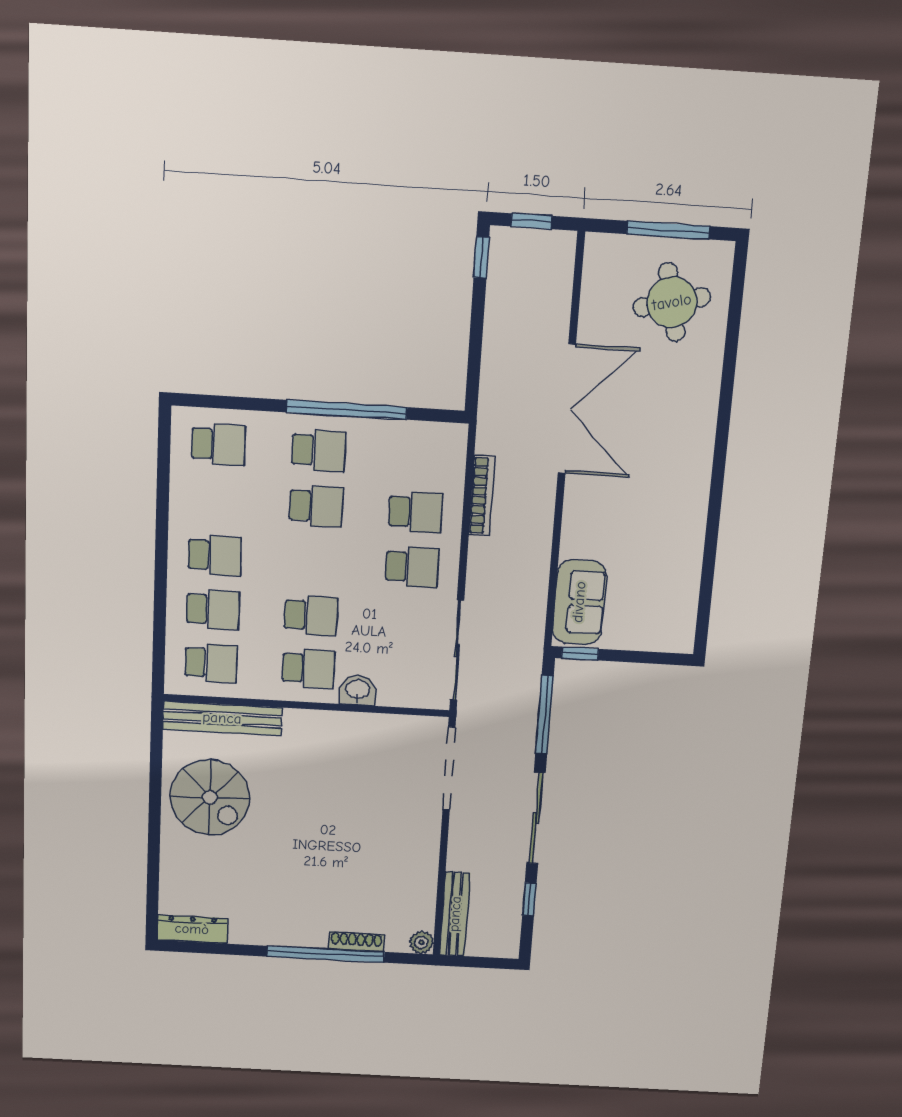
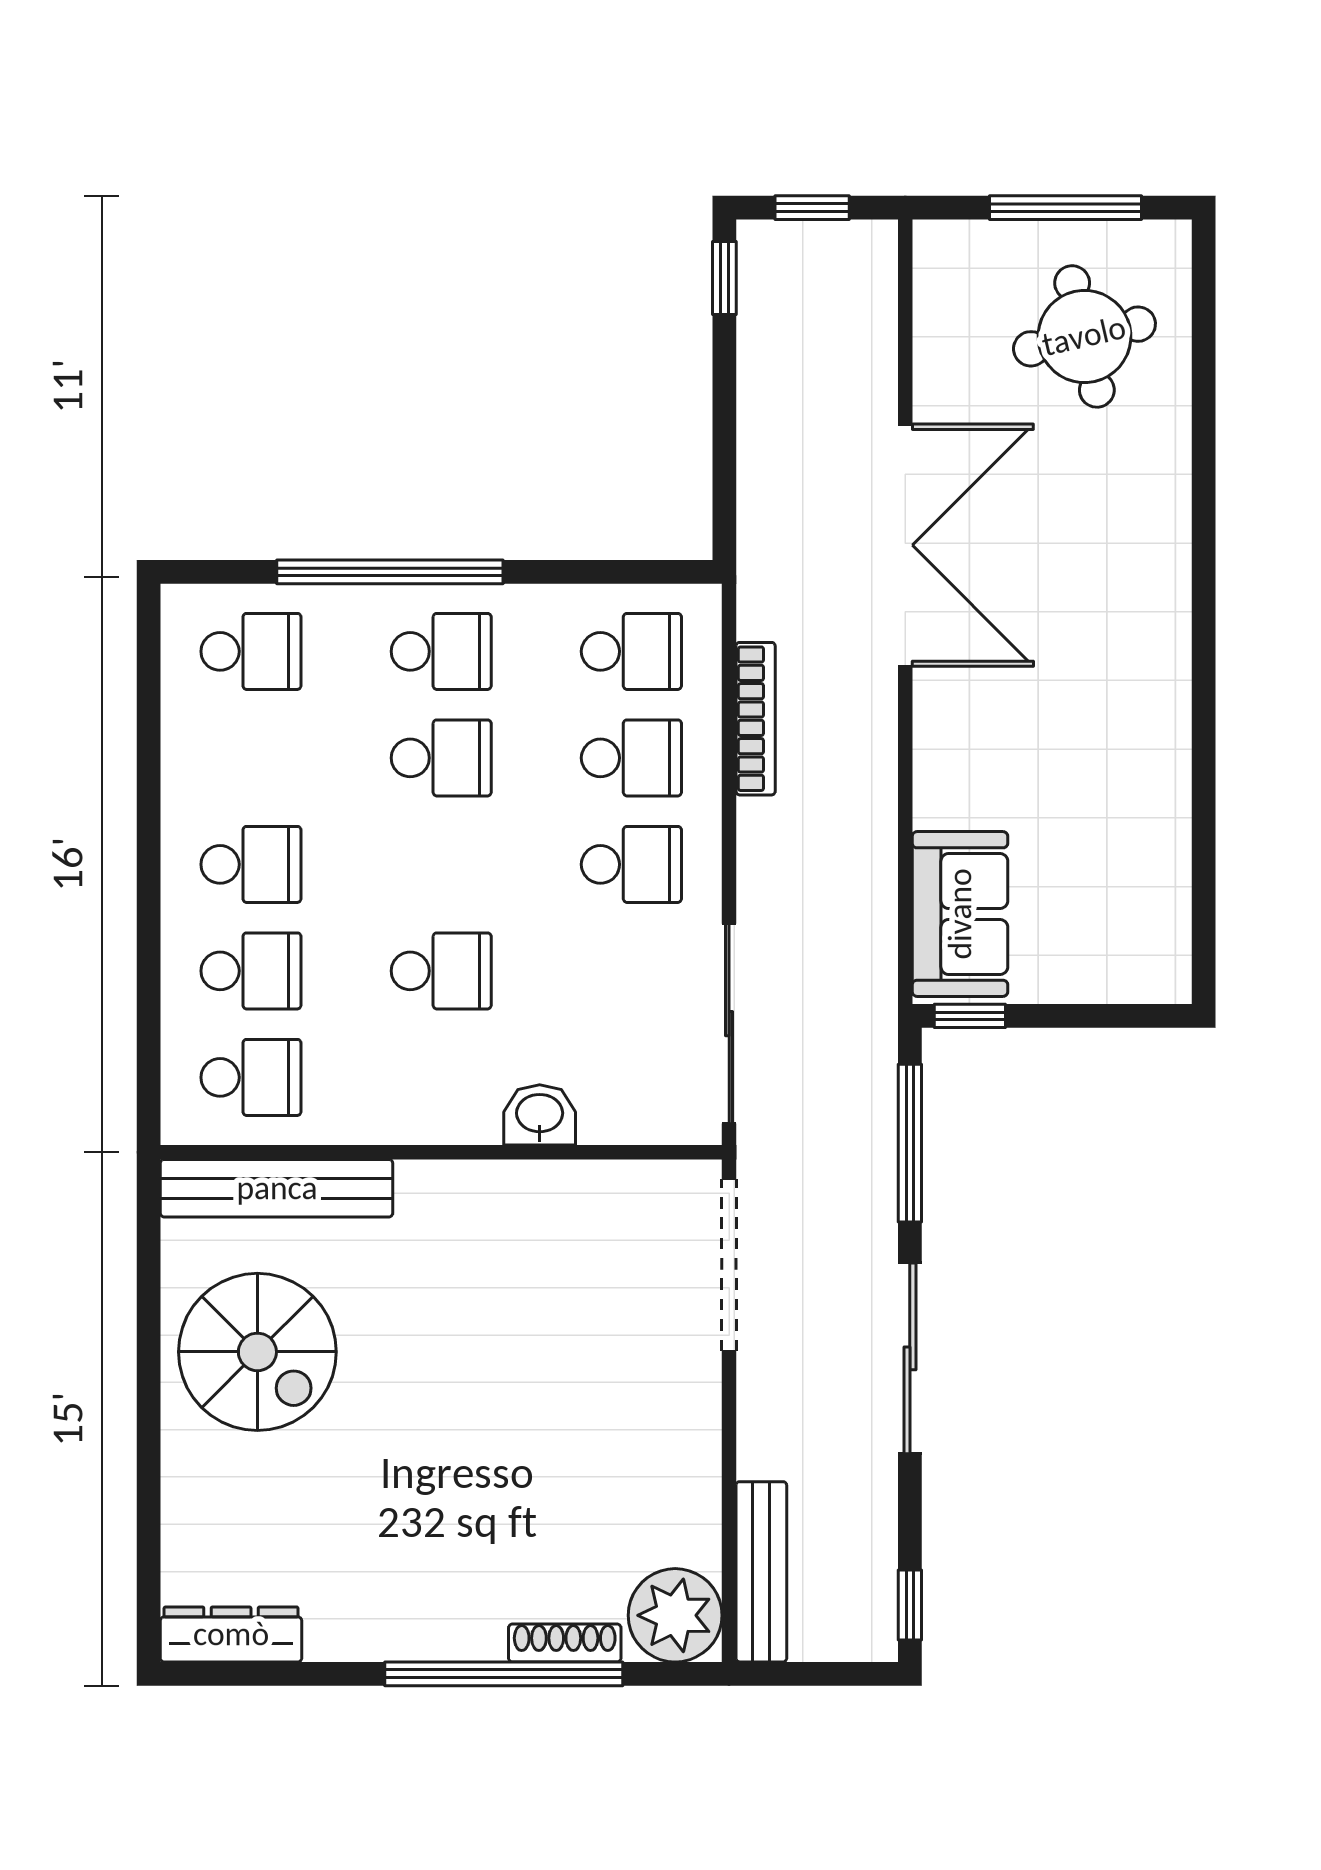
window: (347, 410) -> (390, 572), moved
school desk: (308, 669) -> (631, 651), moved
window: (529, 899) -> (910, 1605), moved
plant: (421, 942) -> (675, 1615), width x1.87, depth x1.87

